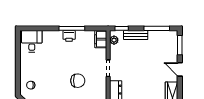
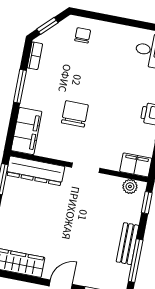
bench: (136, 35) -> (127, 244), moved
chair: (78, 81) -> (75, 114), turned 180

